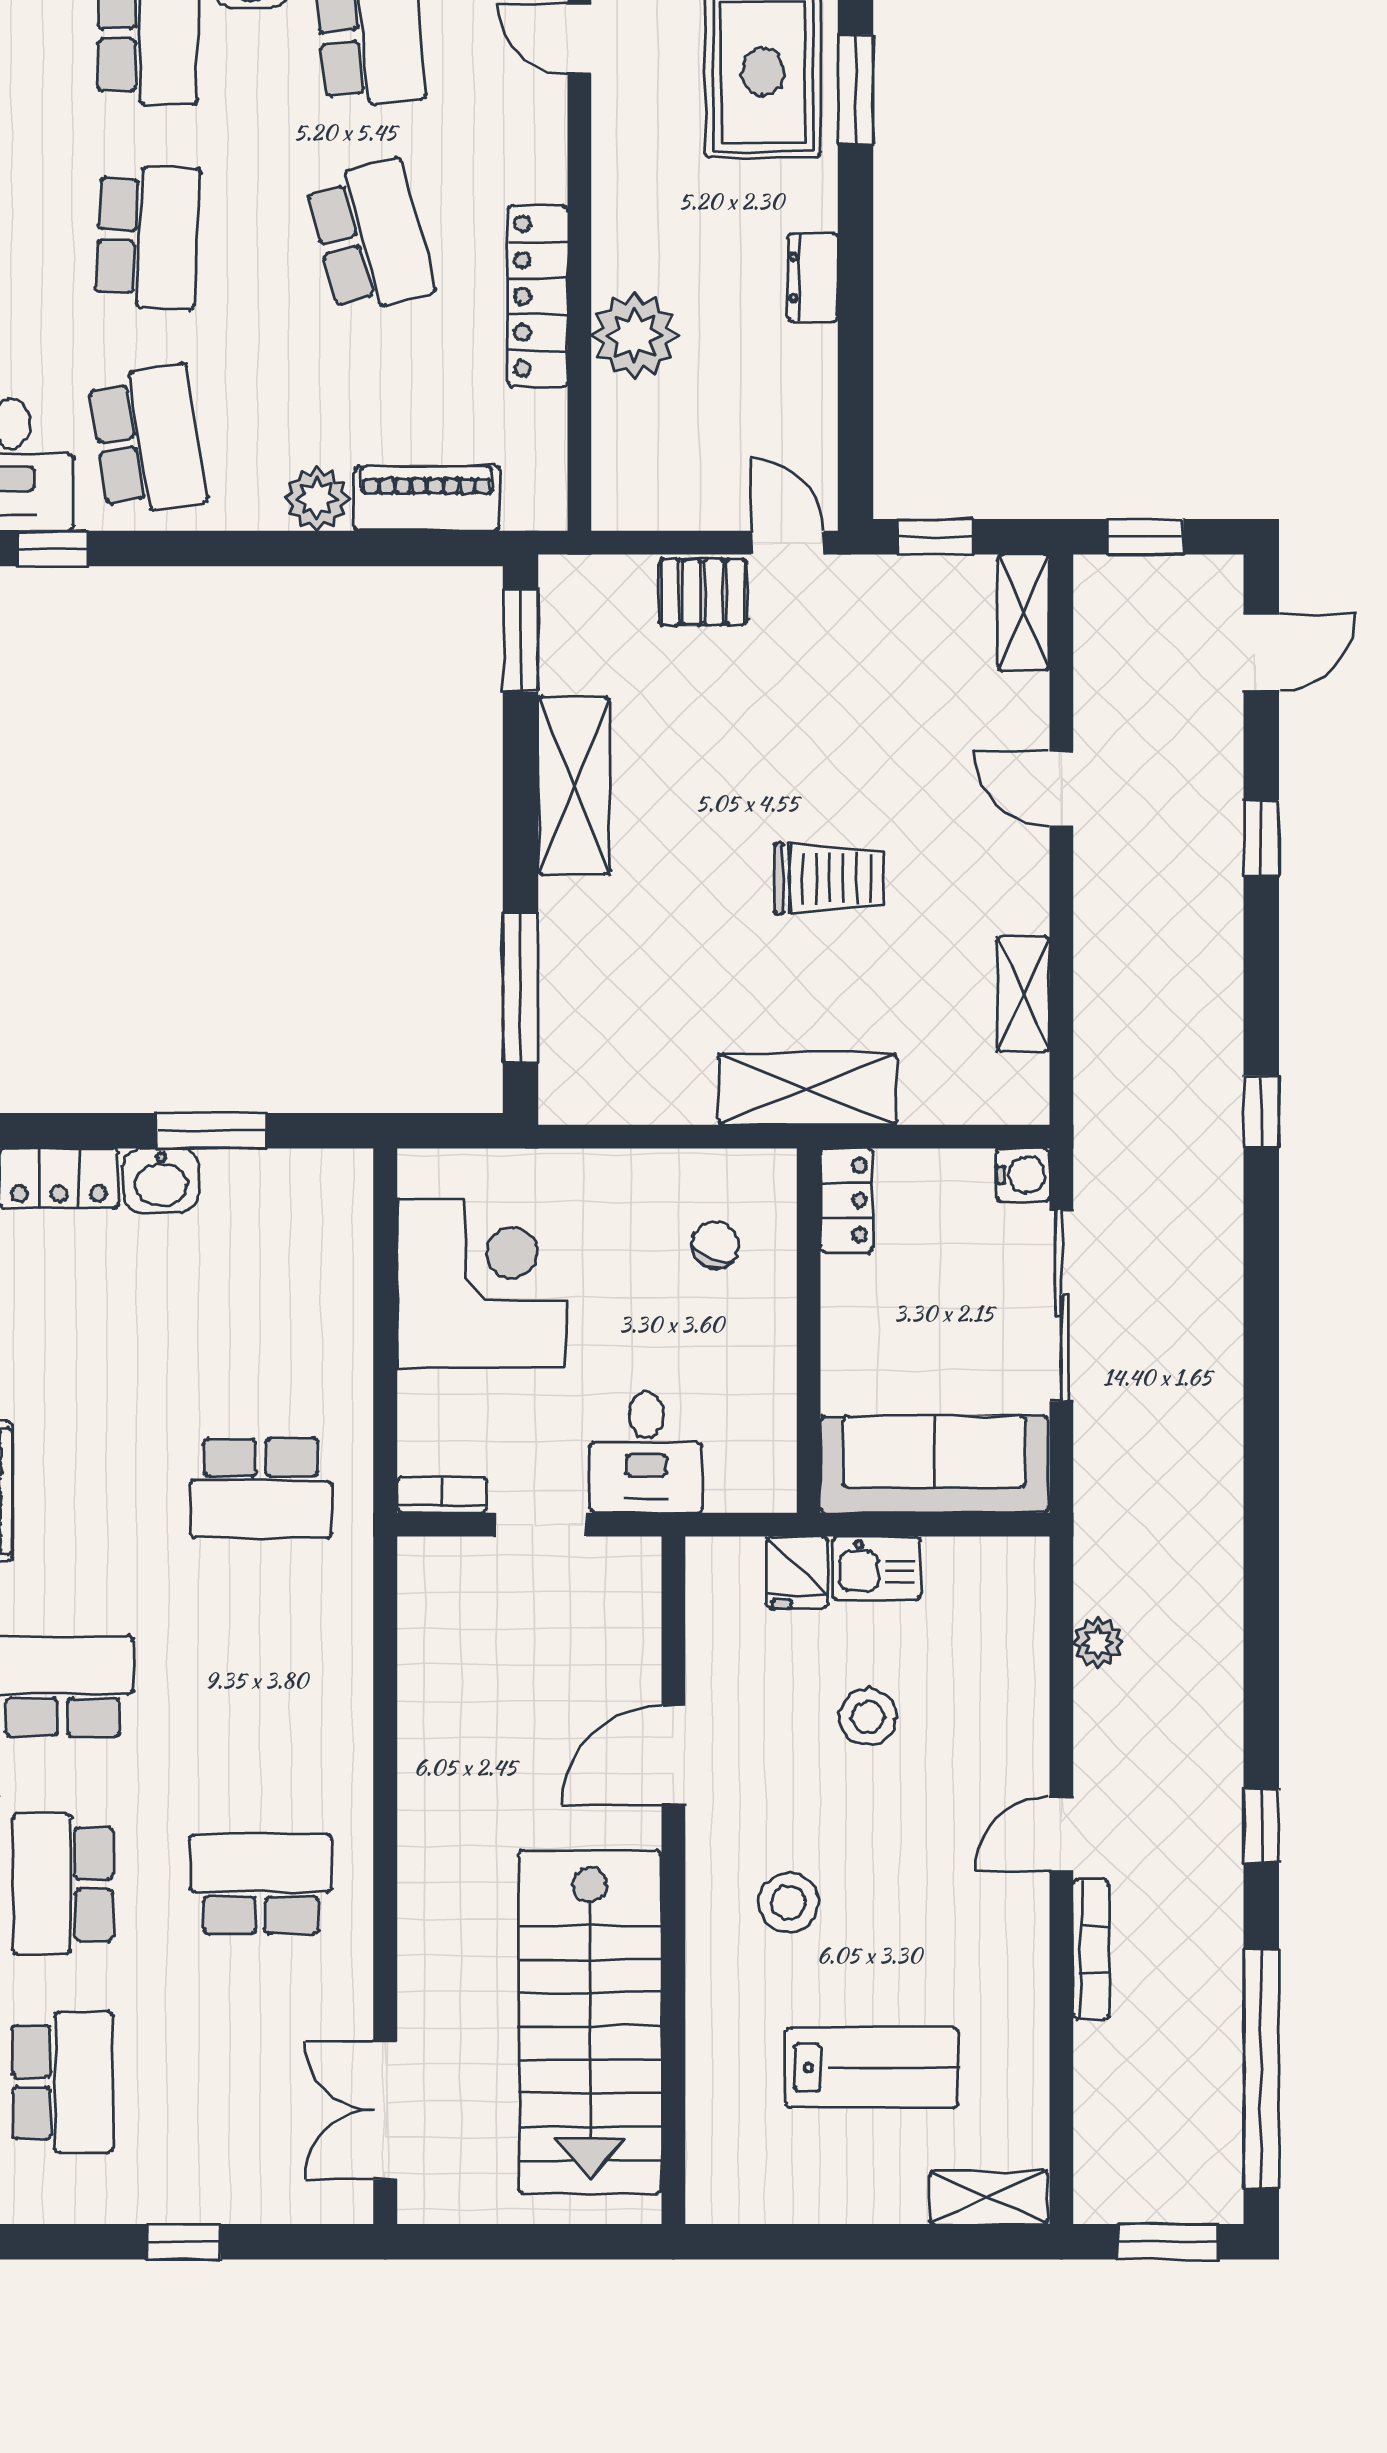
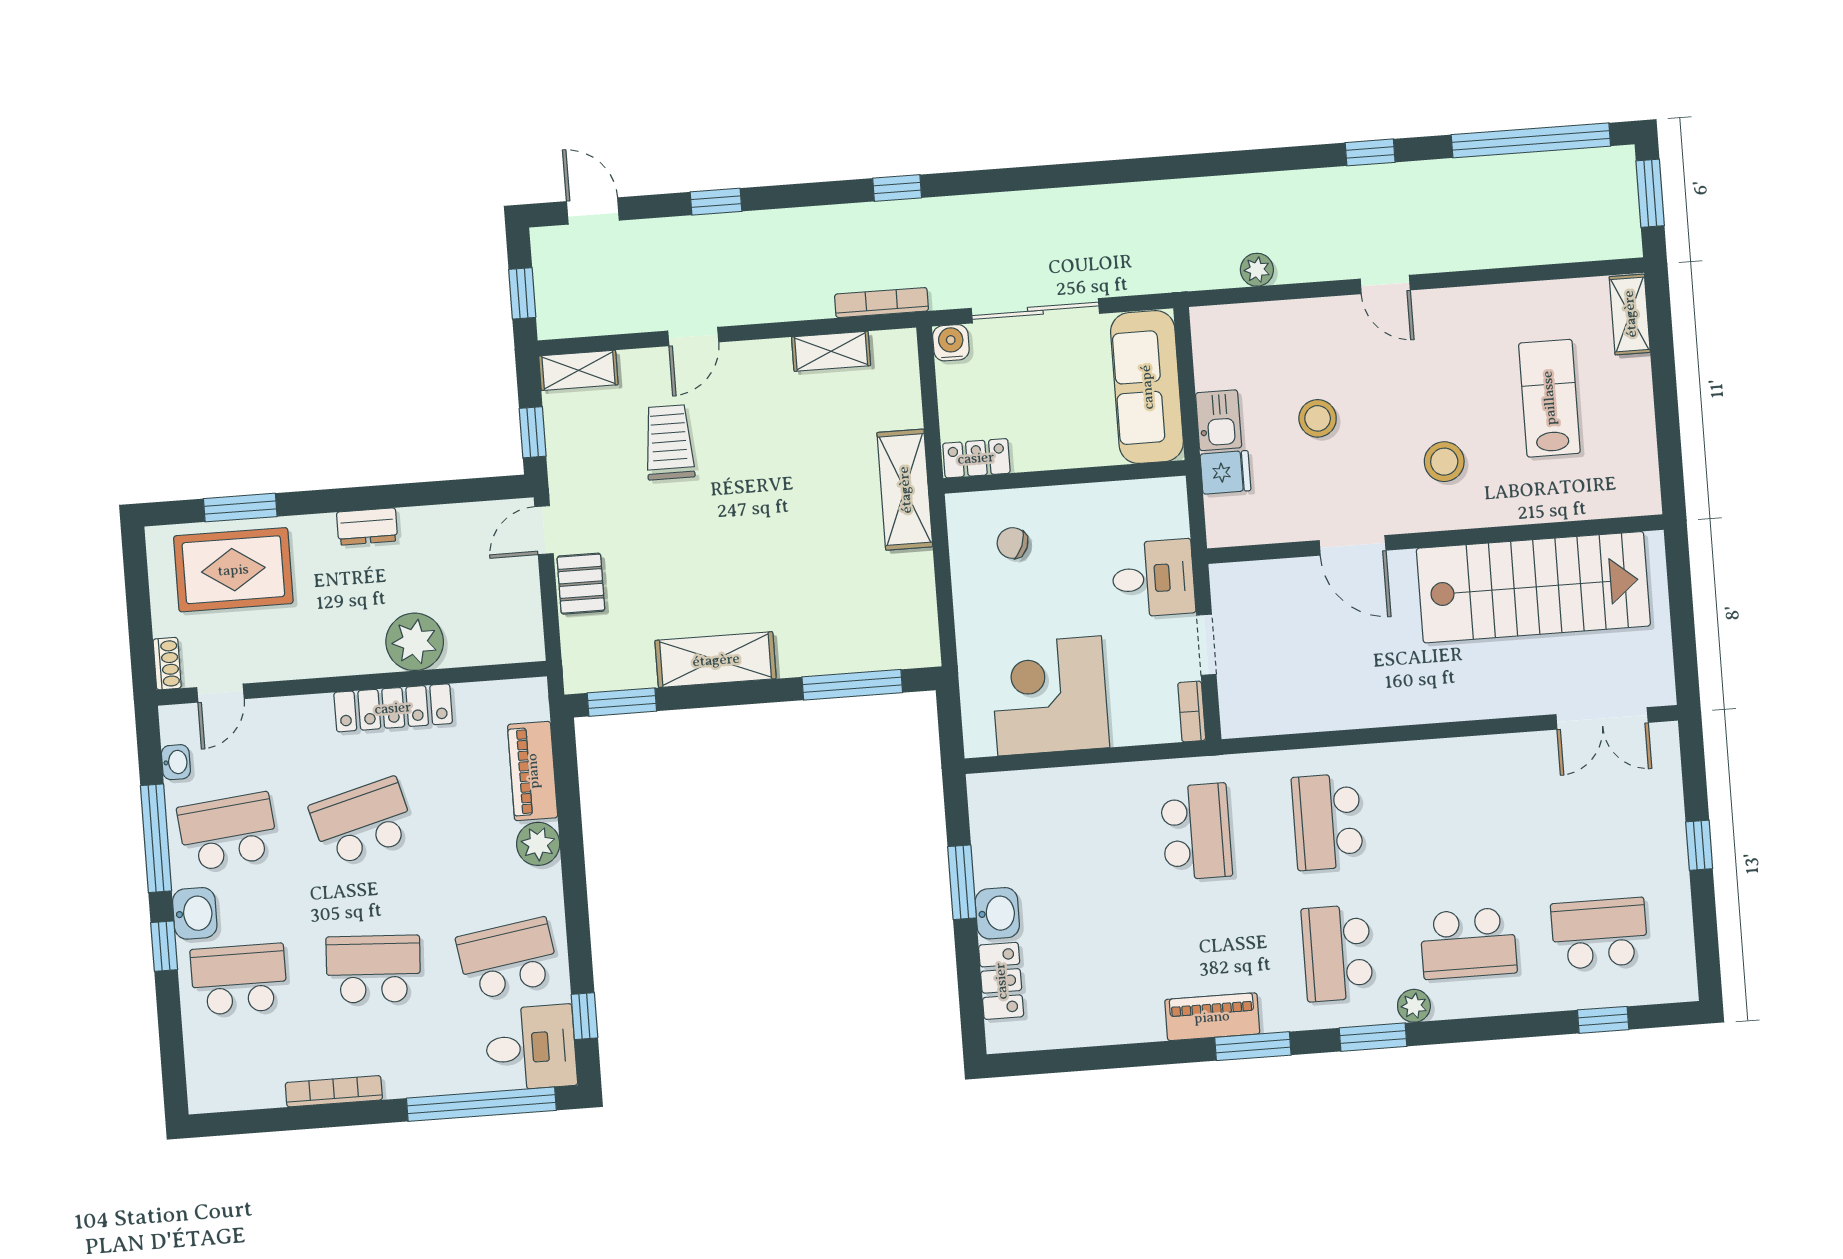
trolley: (829, 878) -> (669, 442), moved
school desk: (261, 1884) -> (1327, 822), moved
bookcase: (1091, 1949) -> (881, 303), moved

